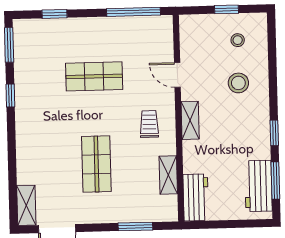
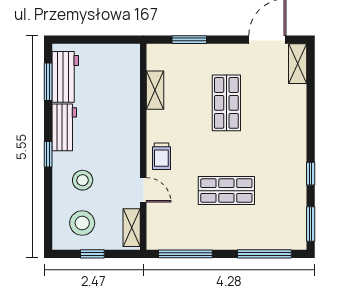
window: (54, 14) -> (264, 254), width x2.17
stool: (238, 40) -> (82, 223), width x1.89, depth x1.89
shelving: (190, 120) -> (132, 228), moved
trolley: (149, 124) -> (161, 156), moved
window: (274, 133) -> (48, 154), moved
workbench: (196, 197) -> (64, 127), moved, turned 180

